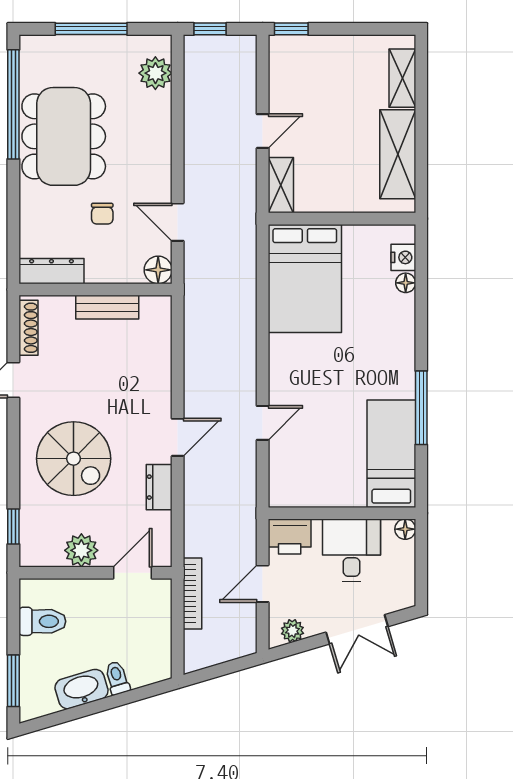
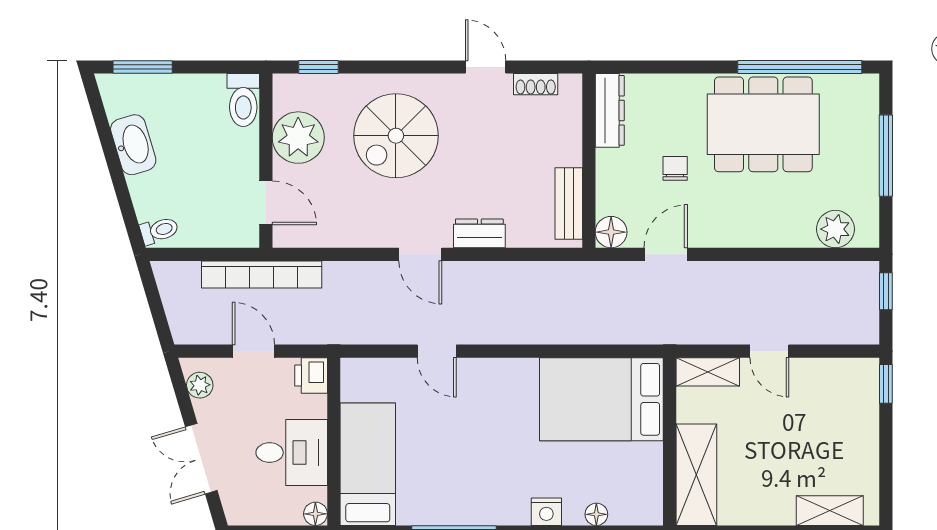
shelving: (398, 154) -> (696, 475), moved, turned 90
chair: (102, 214) -> (675, 168), turned 90
nightstand: (403, 257) -> (546, 512), moved
bench: (107, 307) -> (569, 203), moved
shoe rack: (28, 328) -> (536, 84), width x0.70
bed: (391, 454) -> (368, 464), moved, turned -90
dresser: (159, 487) -> (479, 233), moved
printer: (290, 537) -> (311, 376), width x0.73, depth x0.81
plant: (81, 550) -> (298, 138), width x1.36, depth x1.36
bookcase: (192, 594) -> (262, 274), width x1.48, depth x1.31
toilet: (42, 621) -> (243, 100), moved
toilet: (117, 678) -> (159, 230), moved

